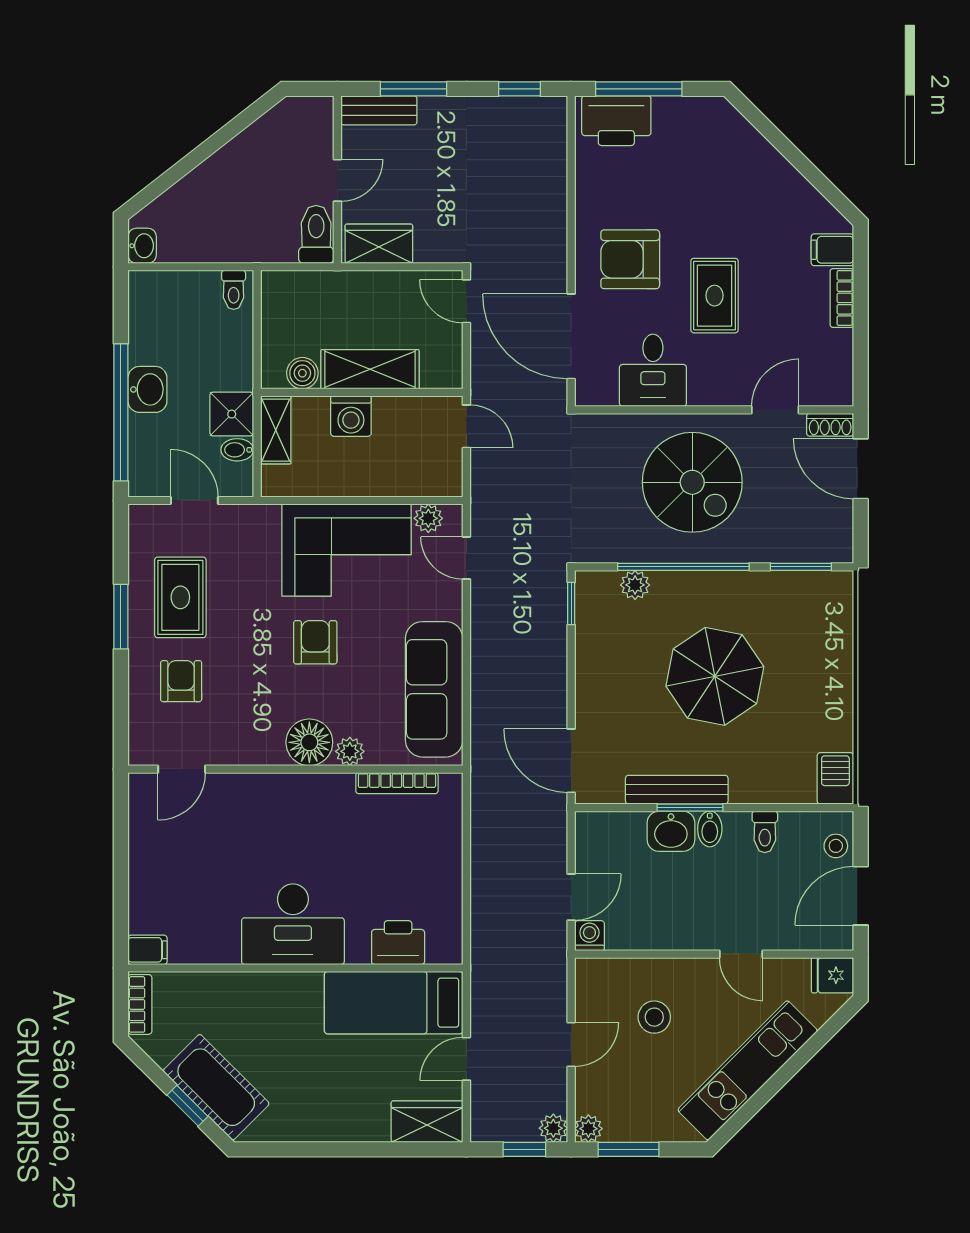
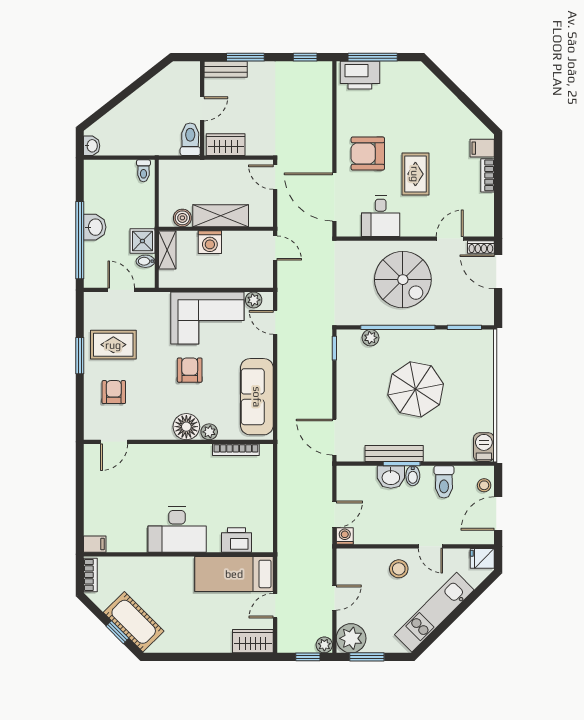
rug: (180, 597) -> (113, 345), turned 90
toilet: (765, 832) -> (444, 482), width x1.37, depth x1.39
stool: (654, 1017) -> (399, 569), moved
plant: (588, 1129) -> (351, 638), width x1.88, depth x1.88

